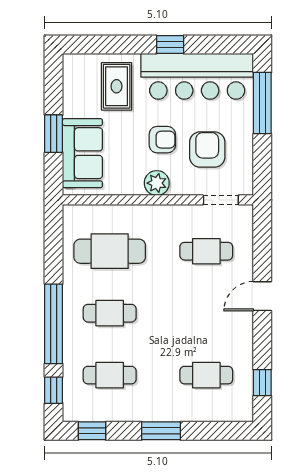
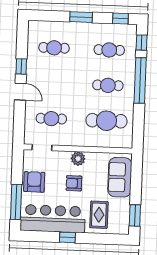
window: (54, 134) -> (135, 215), moved
armchair: (207, 150) -> (34, 182), moved, turned 180
door: (262, 296) -> (20, 92), hinge flipped
window: (262, 383) -> (21, 66), moved

